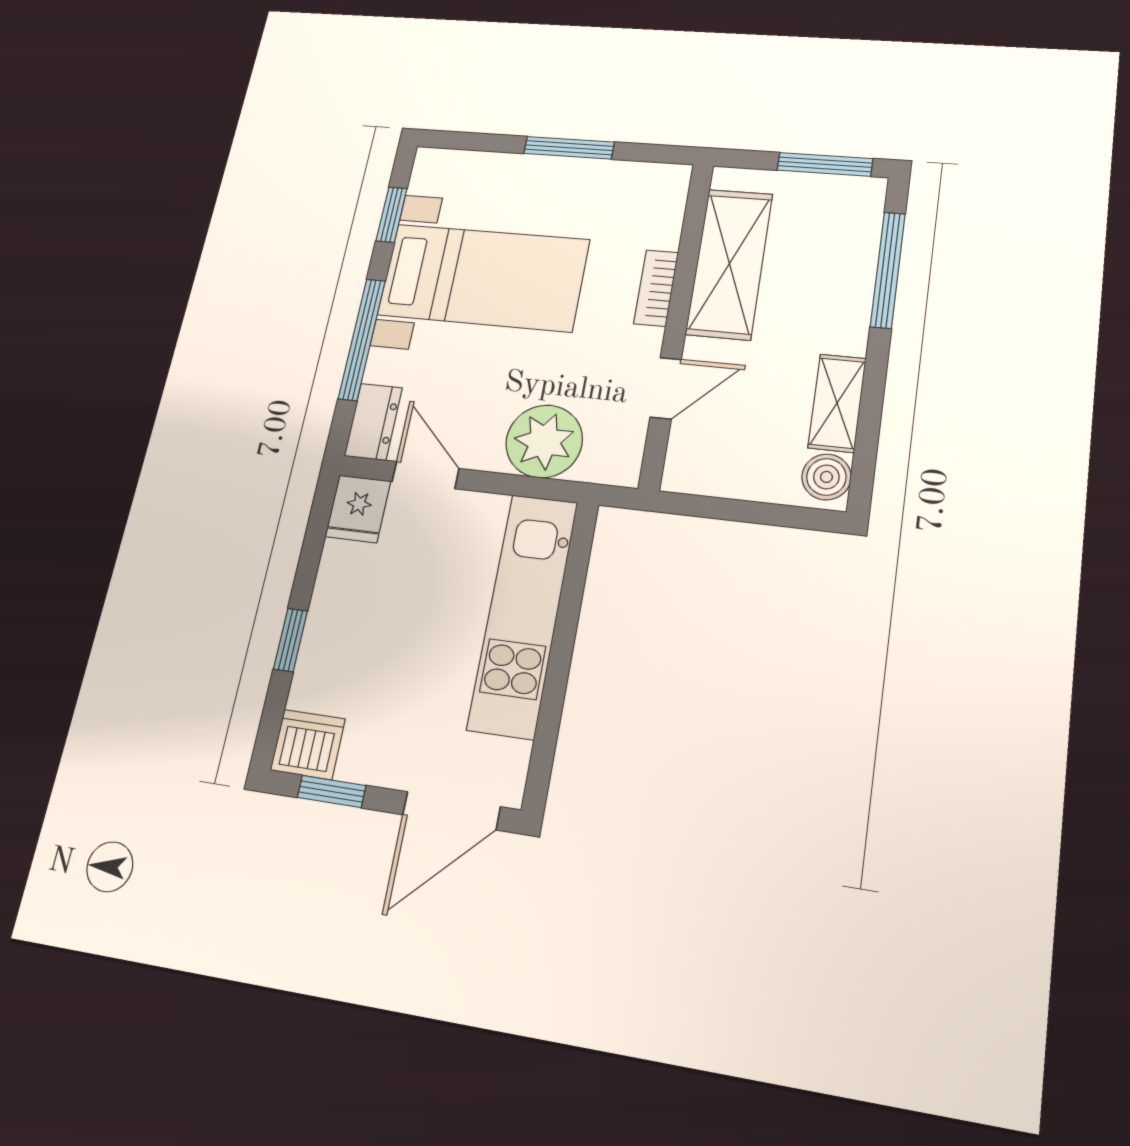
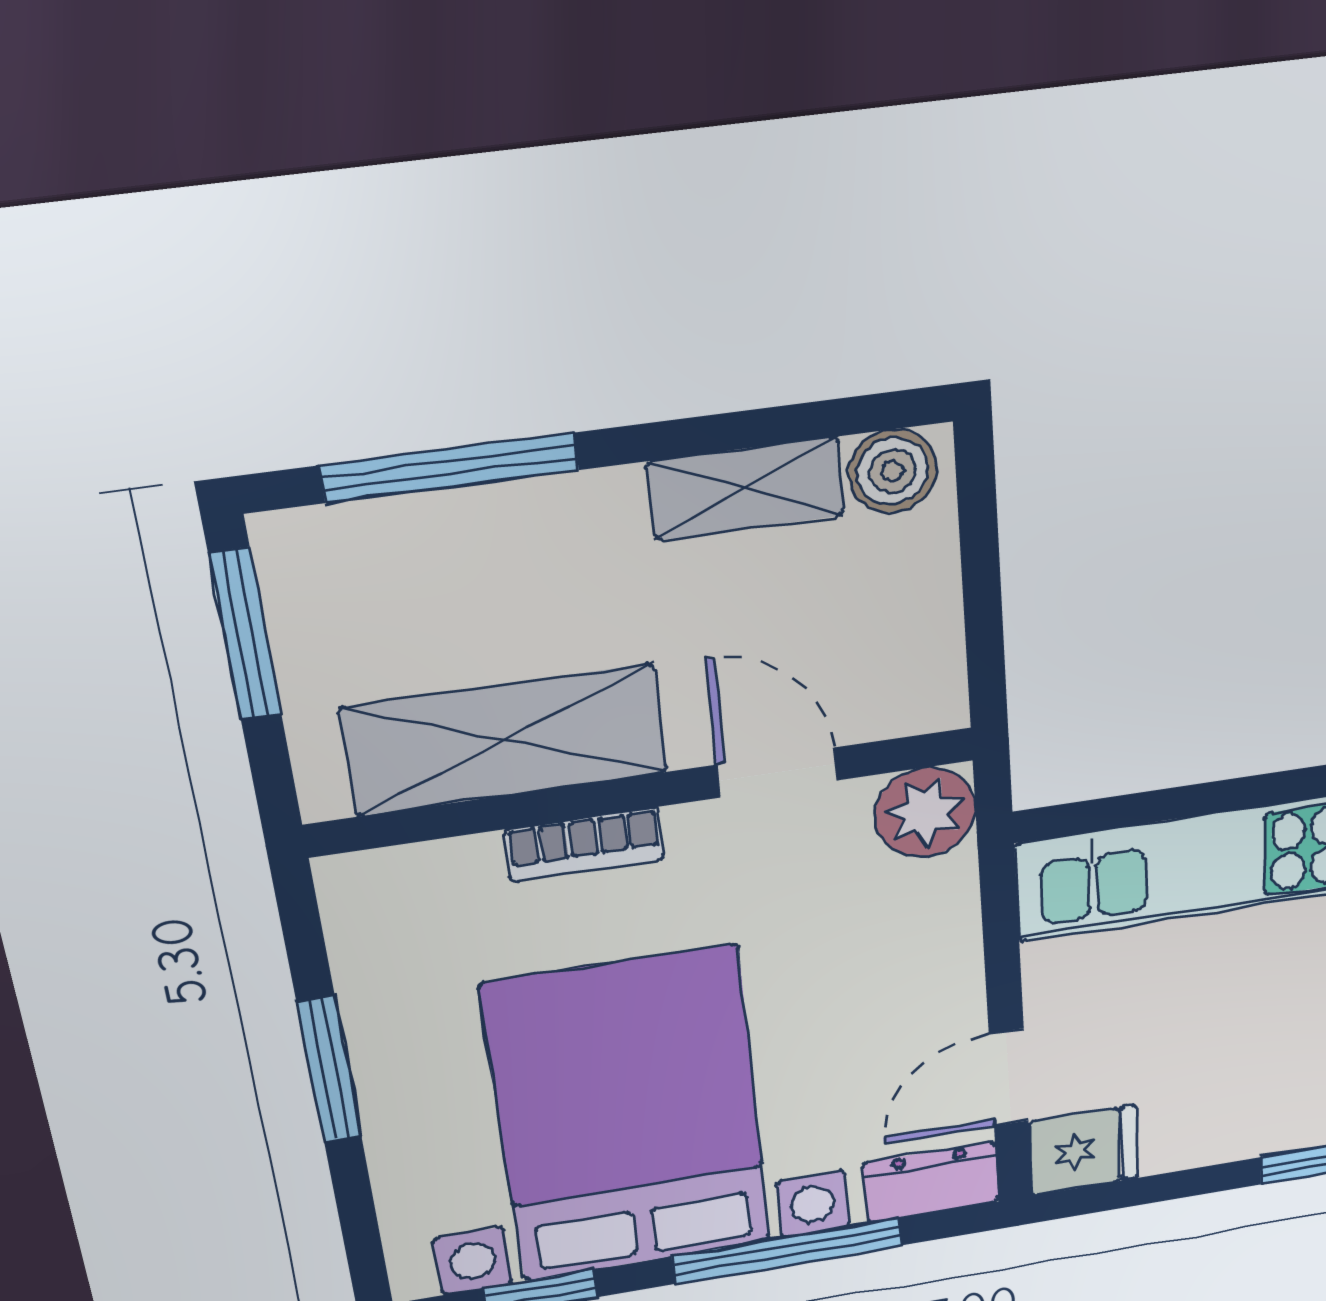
bed with nightstands: (483, 277) -> (629, 1116), width x1.36
plant: (544, 441) -> (925, 812), moved, width x0.73, depth x0.73

